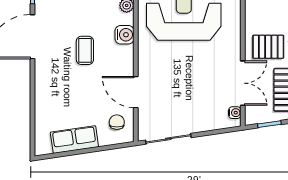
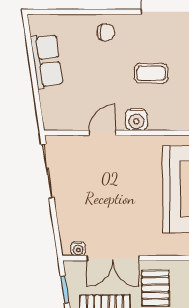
water cooler: (124, 35) -> (136, 120), moved
door: (136, 92) -> (102, 133), width x0.73
chair: (117, 122) -> (106, 32), moved

